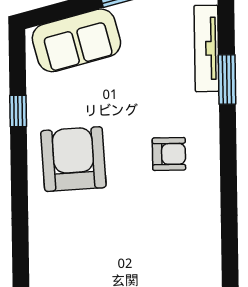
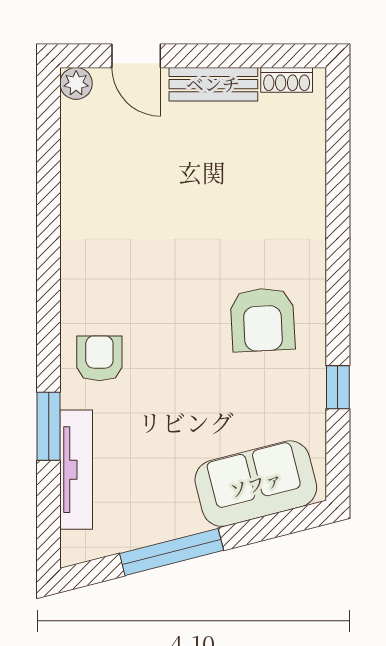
armchair: (169, 154) -> (99, 358), moved, turned 90
armchair: (73, 159) -> (263, 320), width x0.73, depth x0.73

